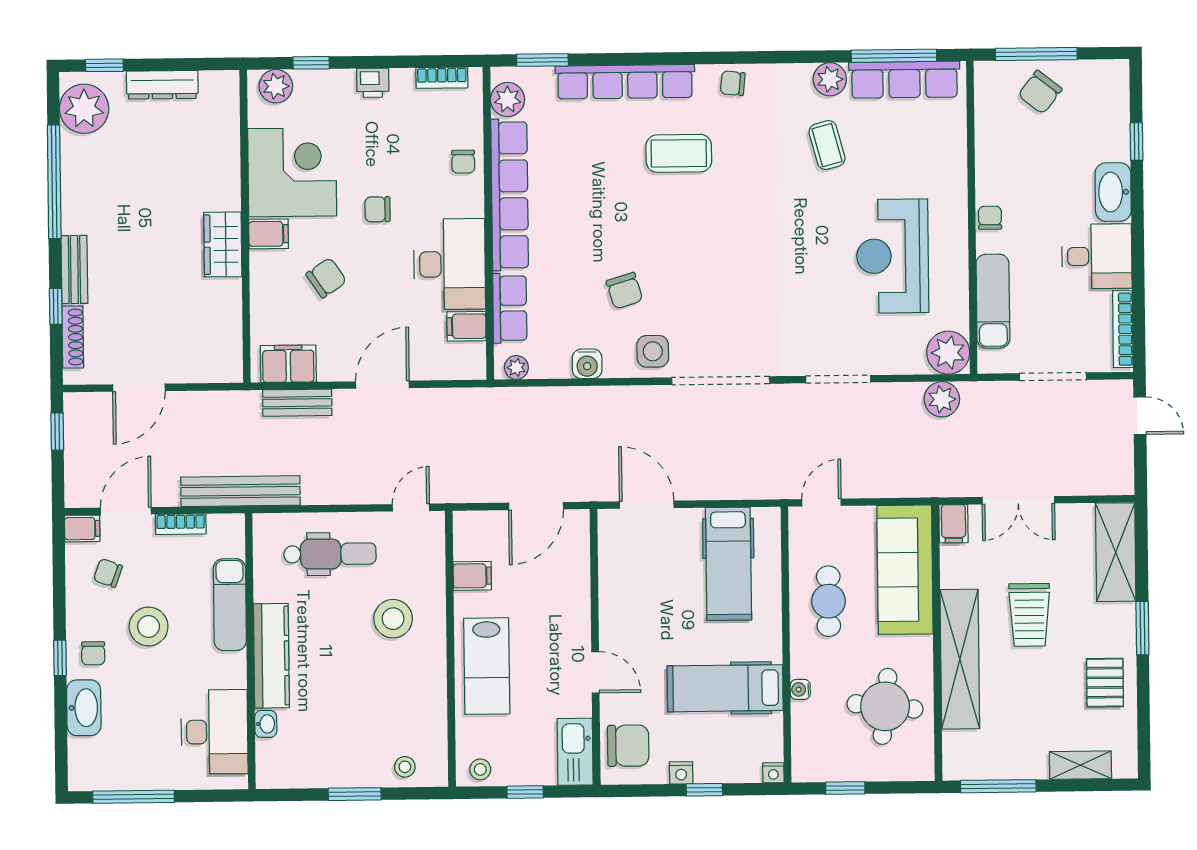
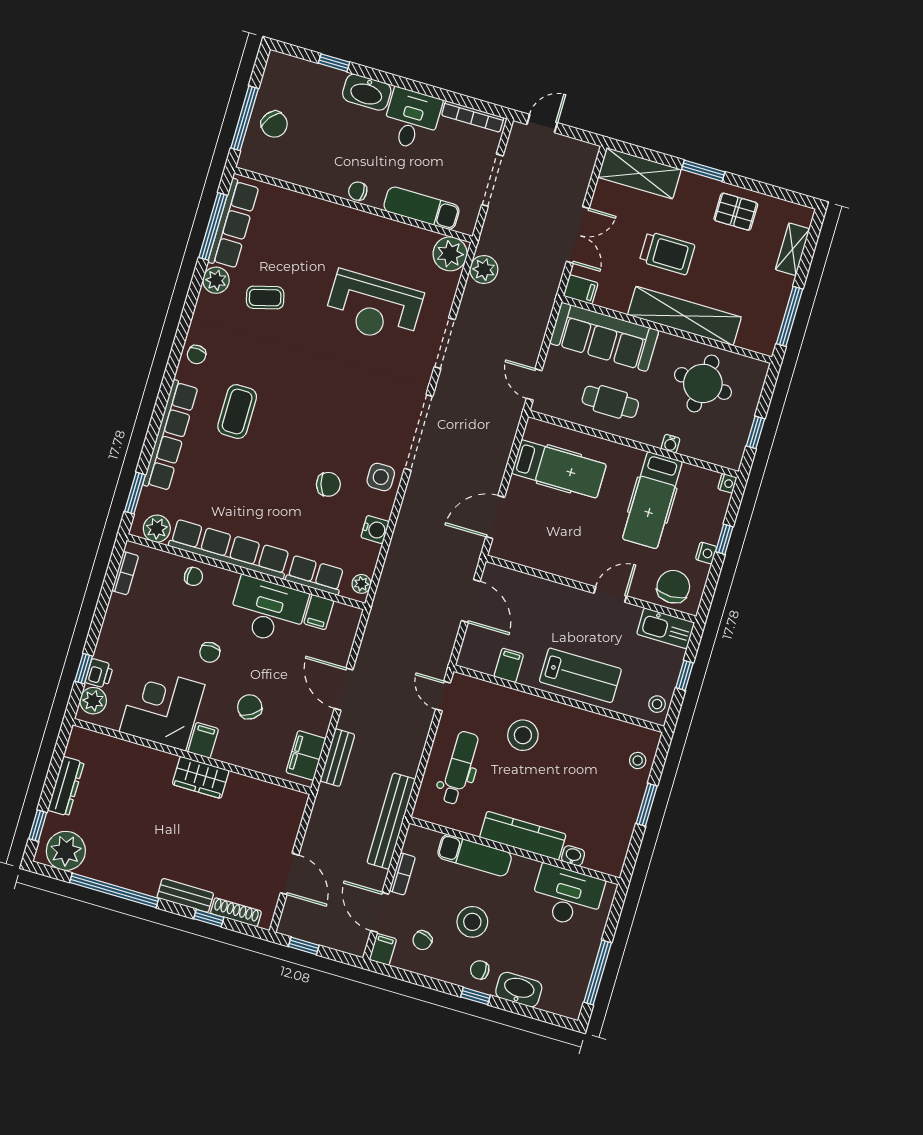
printer: (373, 83) -> (99, 673), moved
reception desk: (893, 256) -> (374, 307), moved
chair: (93, 653) -> (480, 970), turned 180

